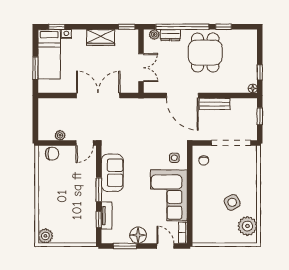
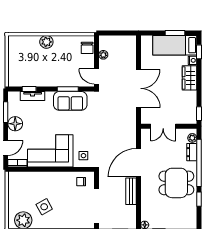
wardrobe: (101, 38) -> (190, 78), moved
window: (35, 68) -> (175, 33), moved
window: (99, 190) -> (68, 89), moved
plant: (45, 236) -> (46, 42), moved

